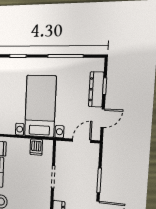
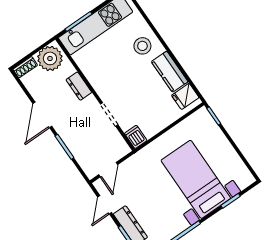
bed with nightstands: (40, 106) -> (196, 179), moved, turned 180
dishwasher: (36, 147) -> (136, 137), moved

